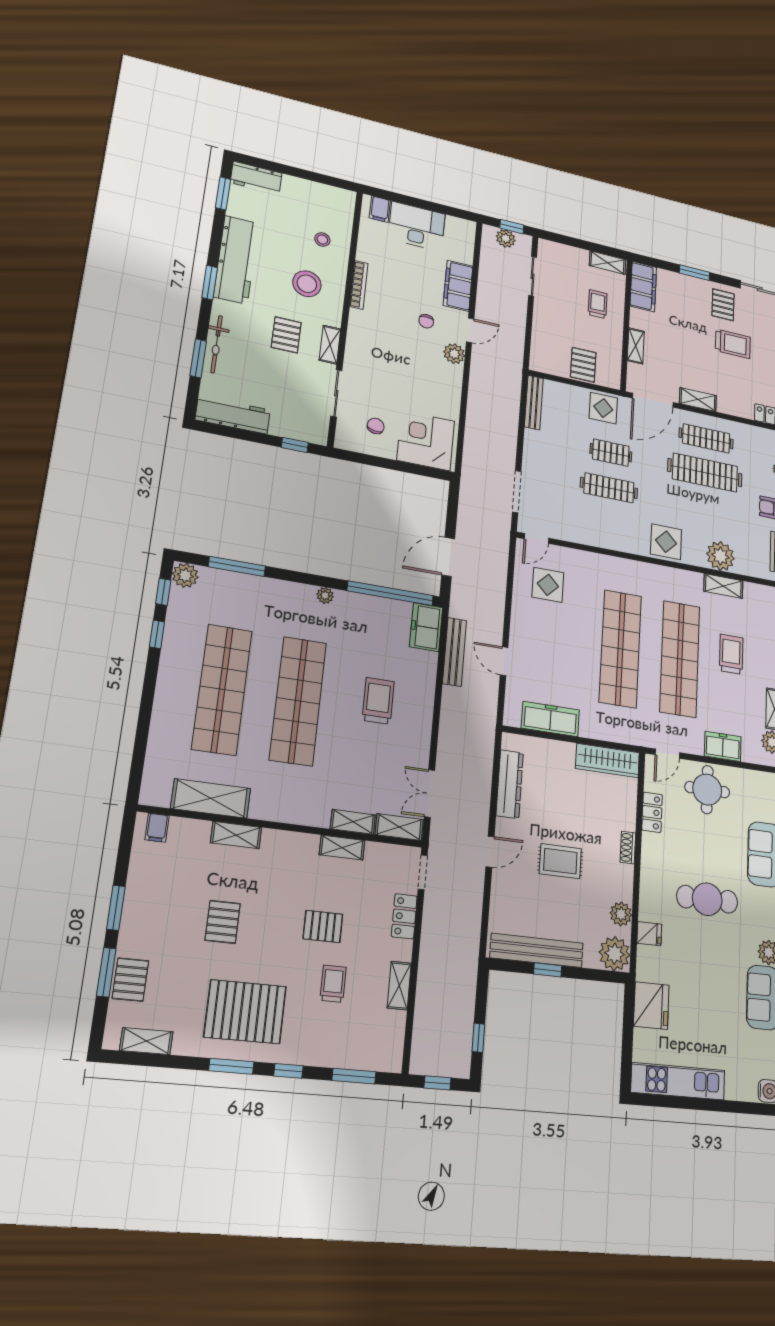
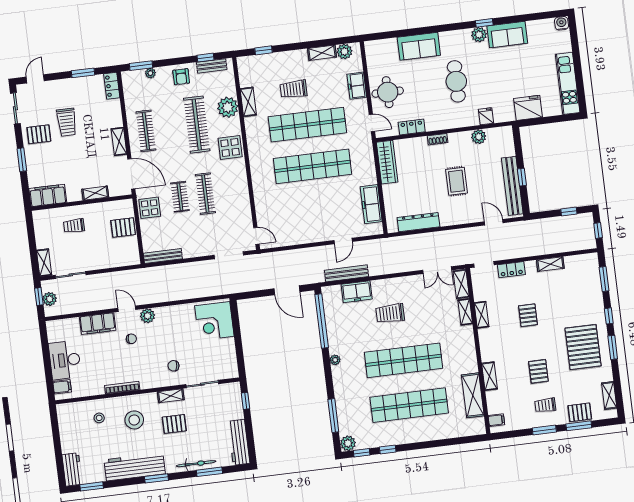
shelving: (608, 263) -> (44, 263), moved
trolley: (733, 344) -> (67, 122), turned 180
chair: (376, 426) -> (173, 366), moved
clothes rail: (705, 473) -> (197, 125), moved
display table: (548, 585) -> (285, 222), removed
freezer: (426, 627) -> (357, 292), moved
door: (490, 852) -> (494, 222), moved
pallet: (223, 922) -> (538, 371), turned 90
plant: (615, 954) -> (503, 137), removed
trolley: (333, 984) -> (545, 405), moved

